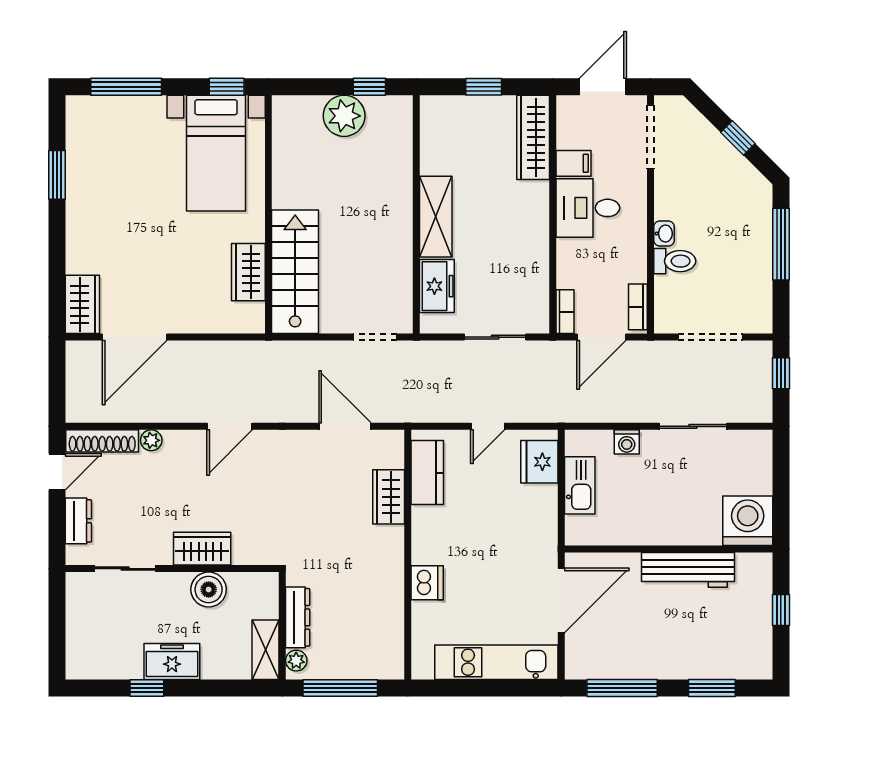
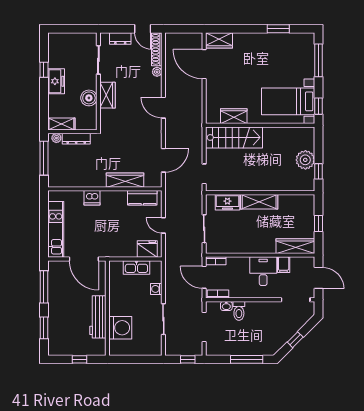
washbasin: (664, 234) -> (226, 306), moved
wardrobe: (389, 497) -> (125, 180), width x1.50
washing machine: (748, 521) -> (120, 328), moved

